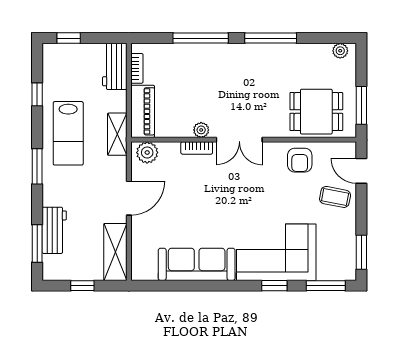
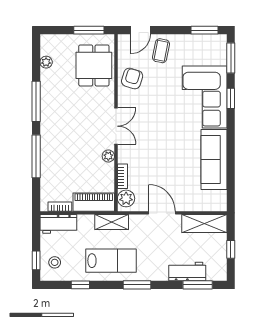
plant: (340, 51) -> (46, 62), moved
stool: (66, 62) -> (55, 262), added
bookcase: (197, 148) -> (123, 176), moved
armchair: (300, 160) -> (132, 79), turned -73

